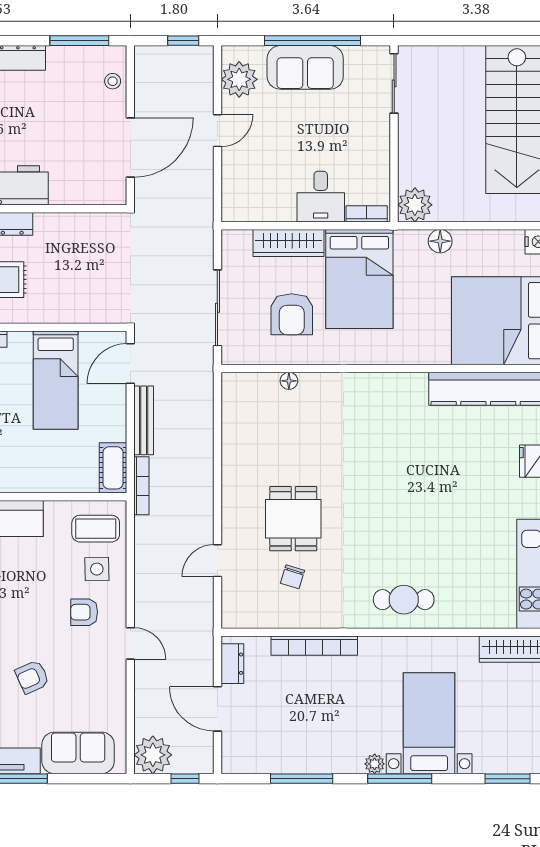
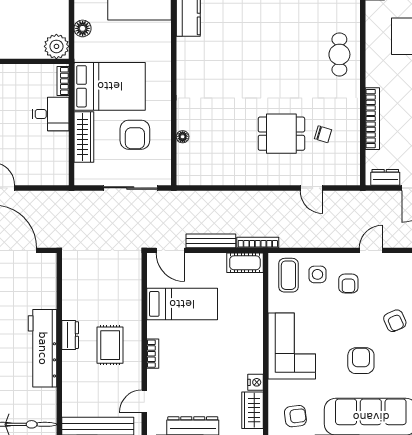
armchair: (292, 314) -> (135, 135), turned 90

